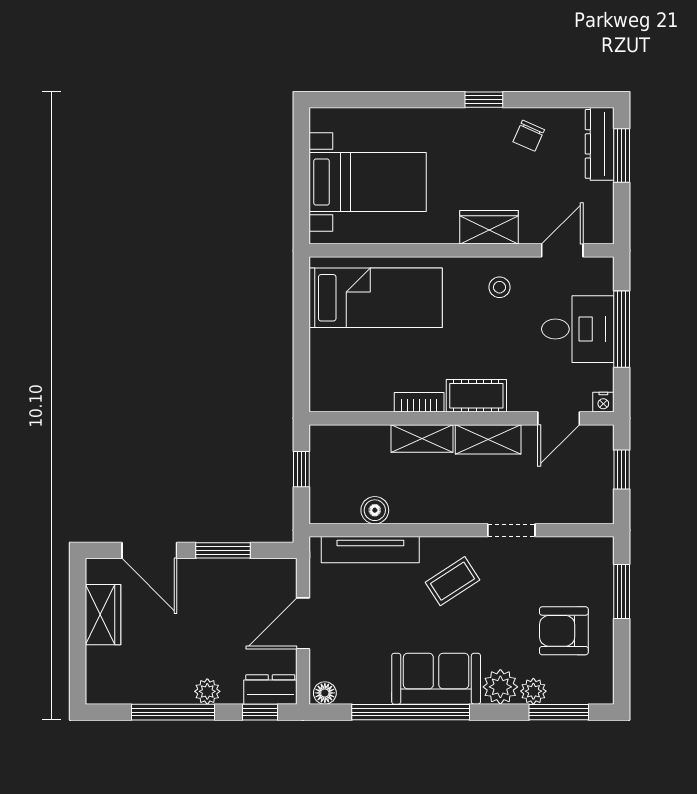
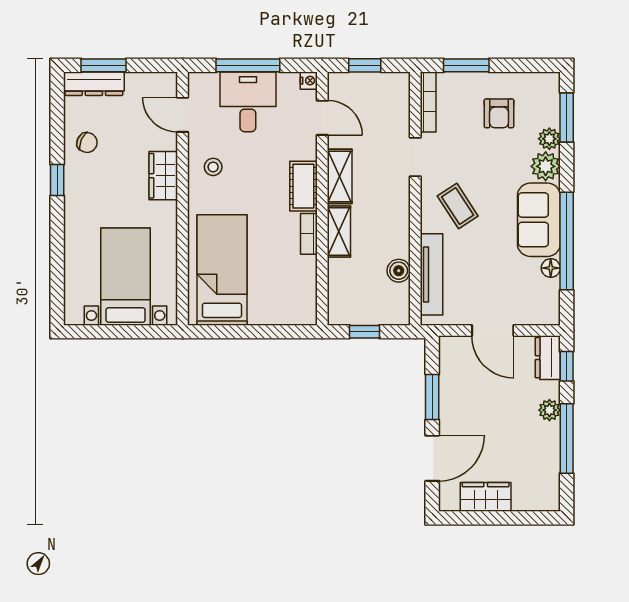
bookcase: (578, 546) -> (428, 102), added
armchair: (564, 631) -> (499, 113), width x0.72, depth x0.72
floor lamp: (325, 693) -> (551, 268), moved

